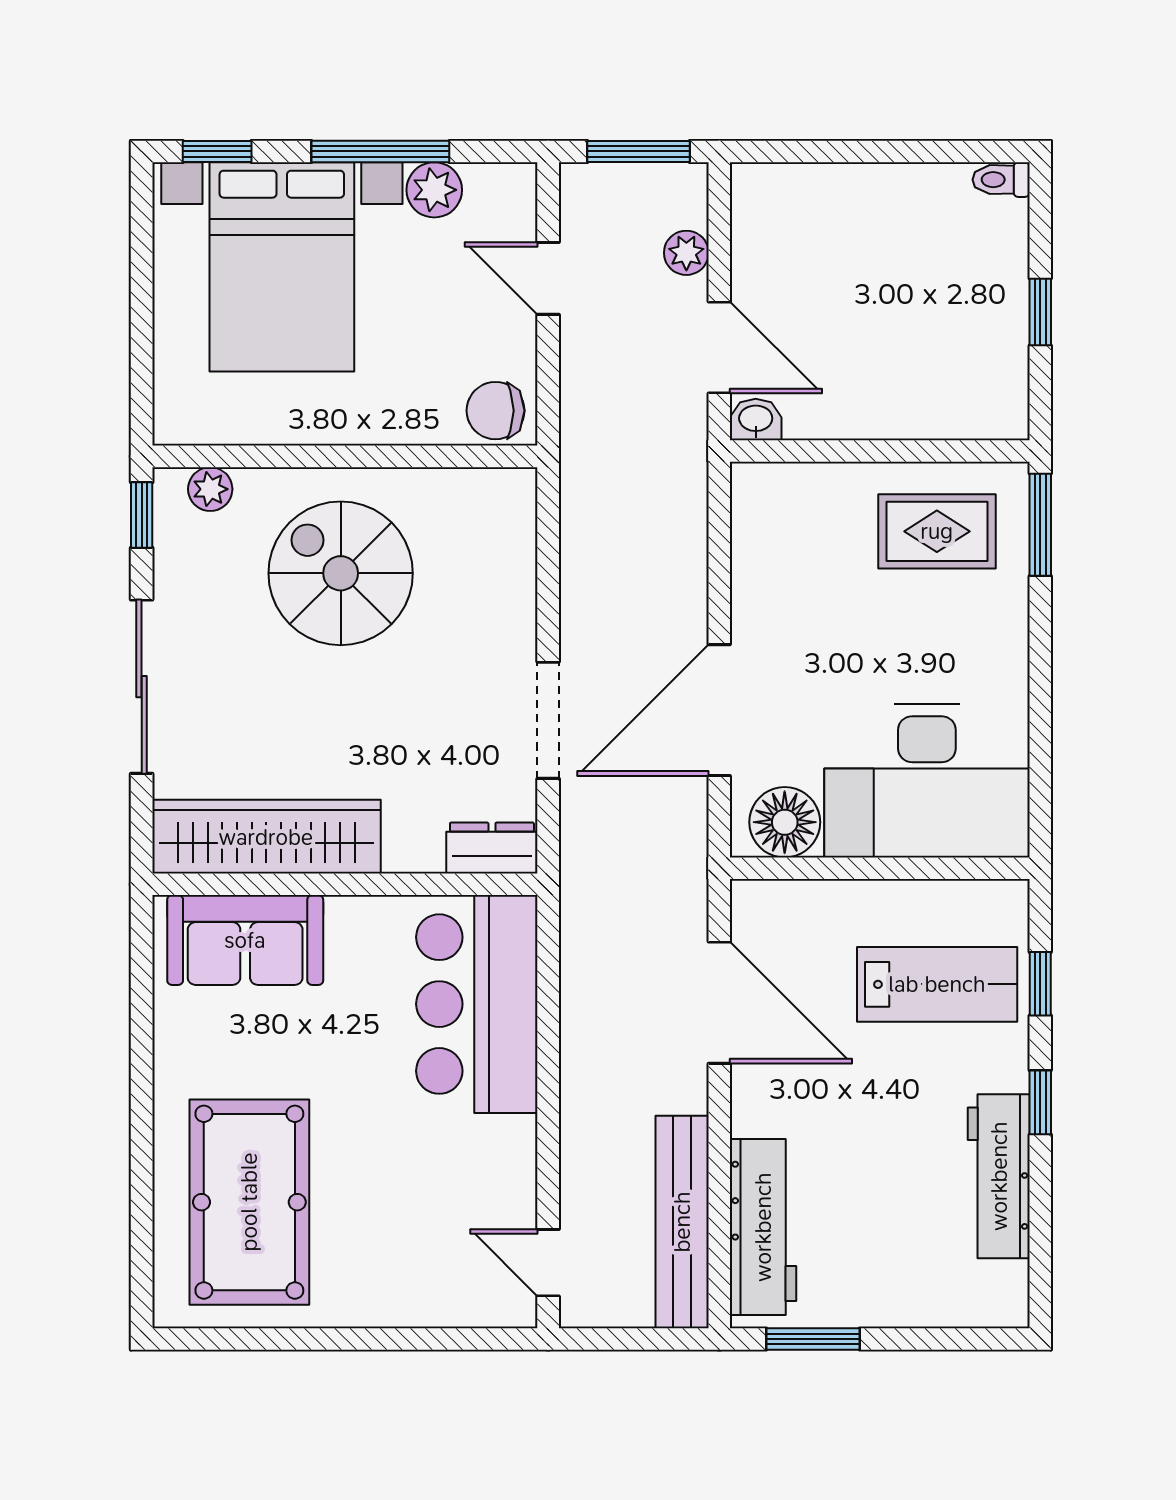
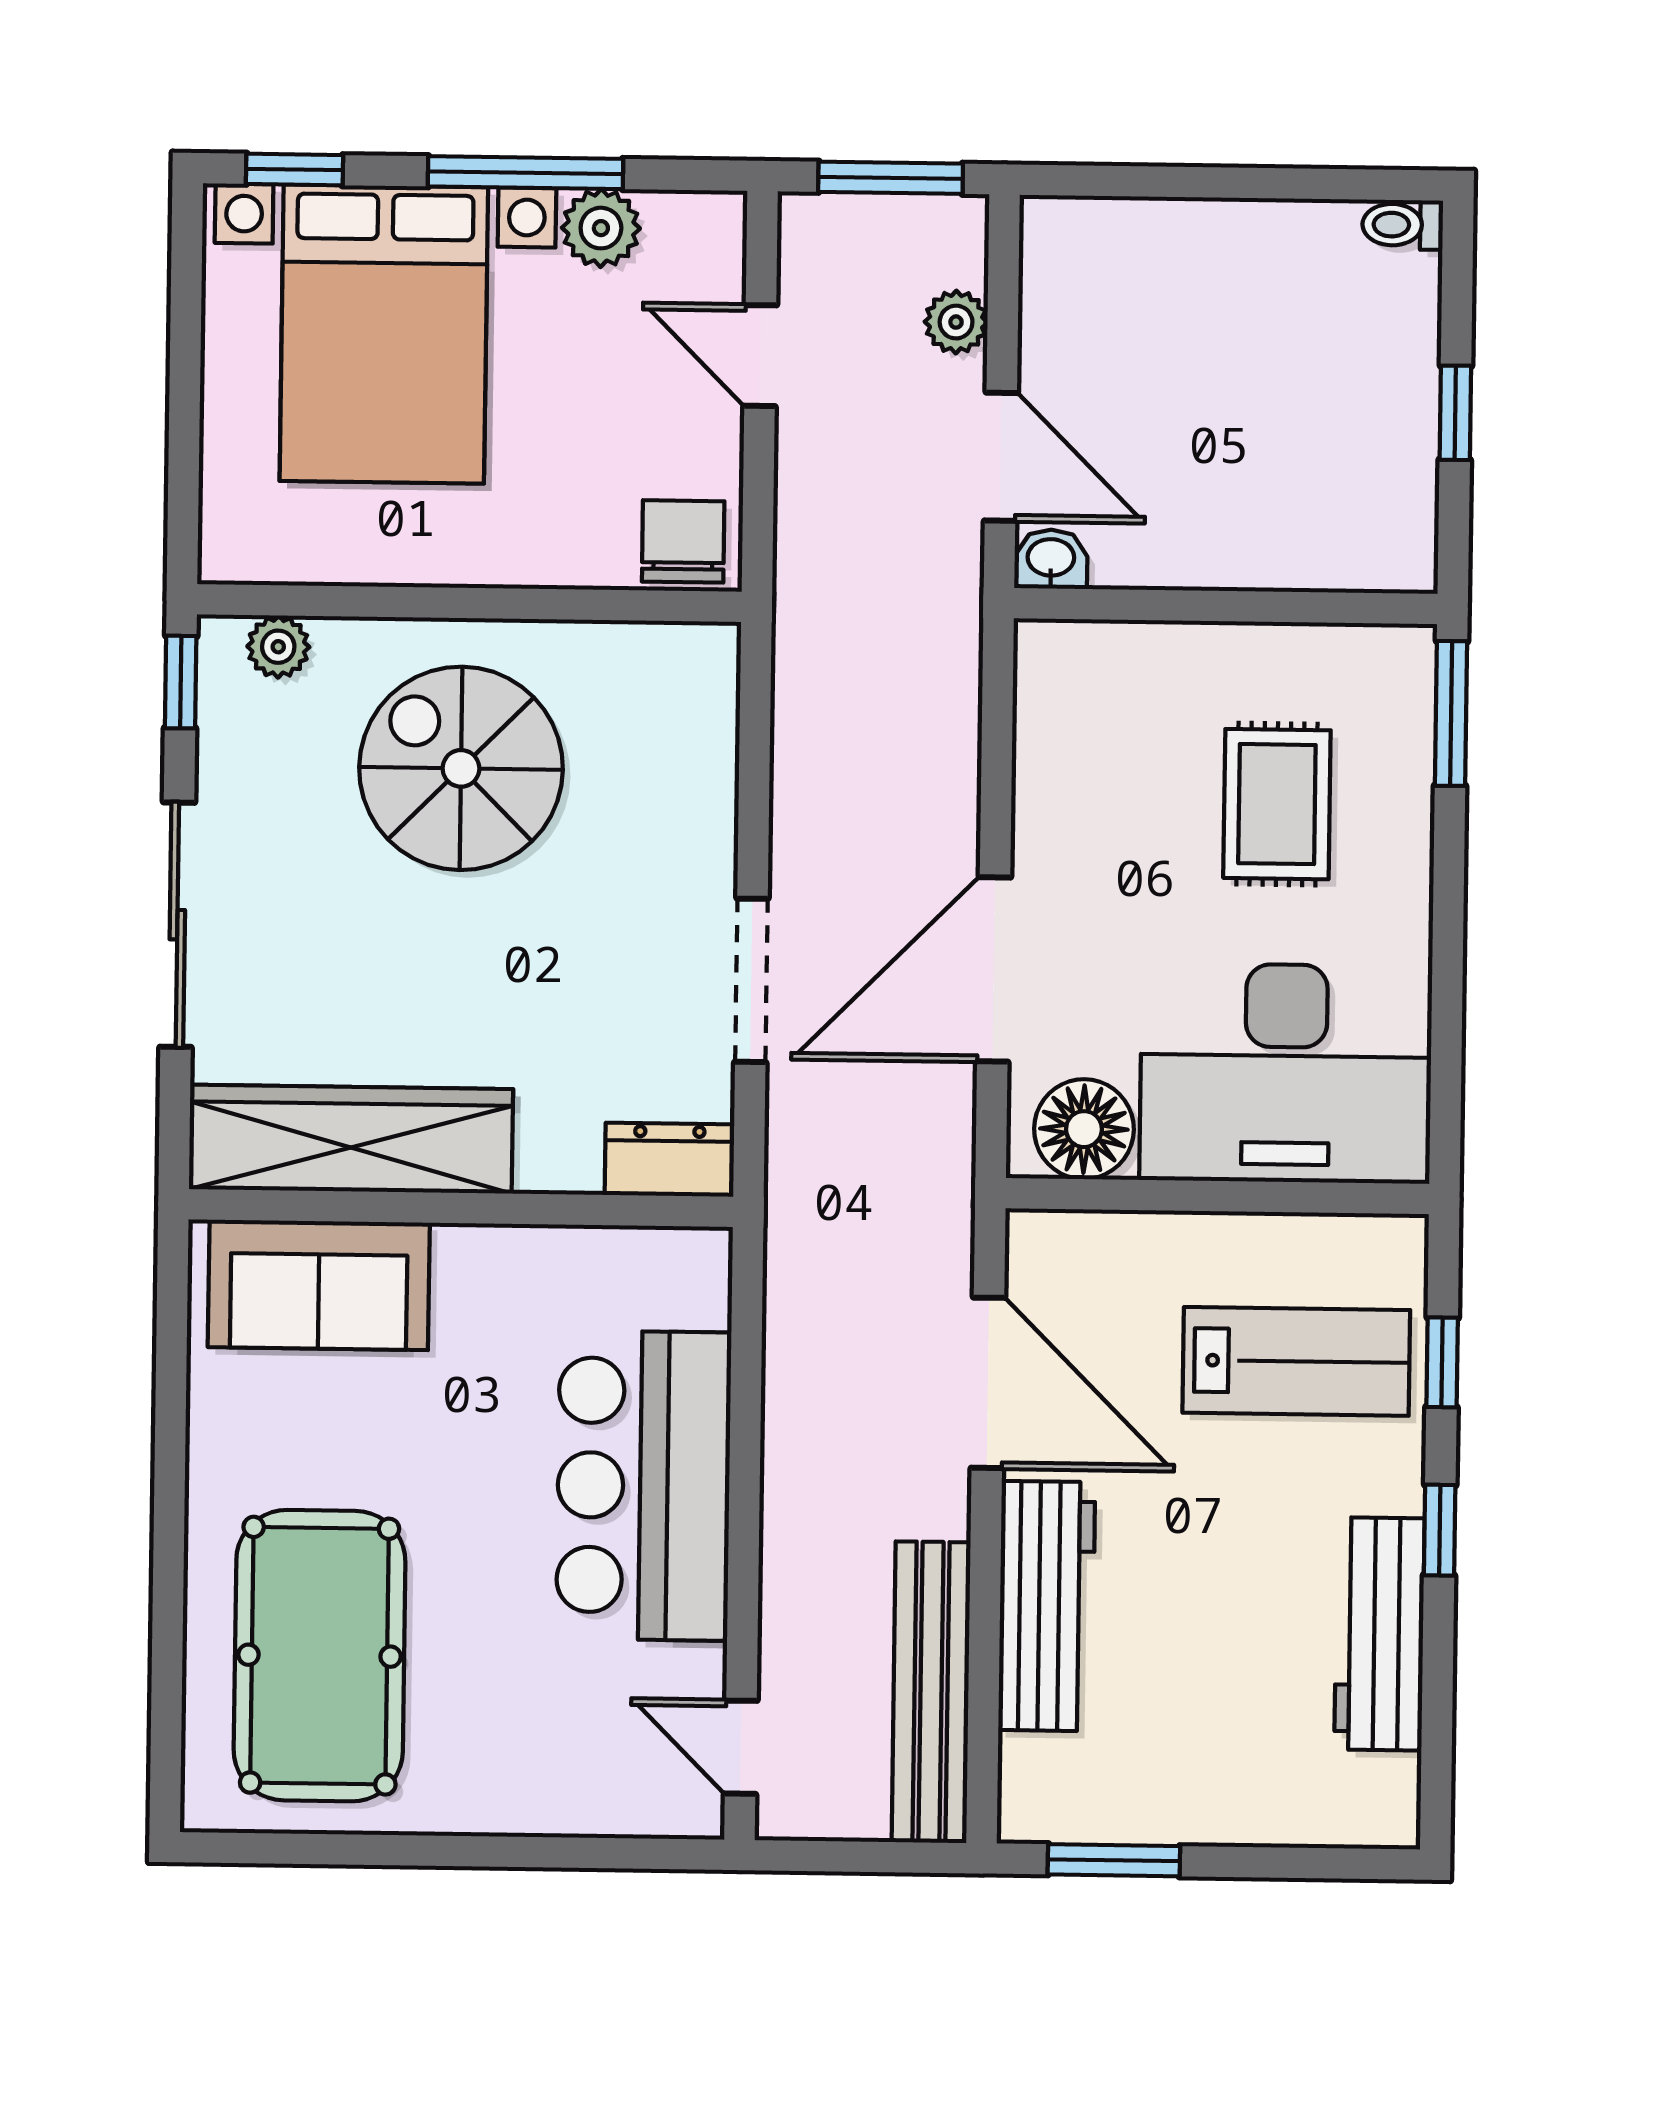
chair: (495, 411) -> (683, 541), turned 90
rug: (937, 531) -> (1277, 804), moved, turned 90
bar counter: (477, 1004) -> (644, 1486), moved
workbench: (763, 1227) -> (1047, 1606), moved

